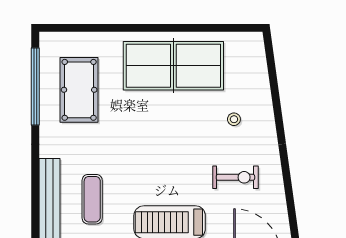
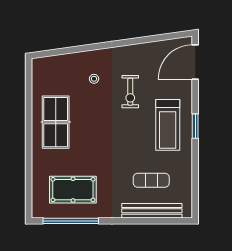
table tennis table: (173, 66) -> (56, 122), width x0.73, depth x0.76
exercise bike: (235, 177) -> (130, 92), moved, turned 180

